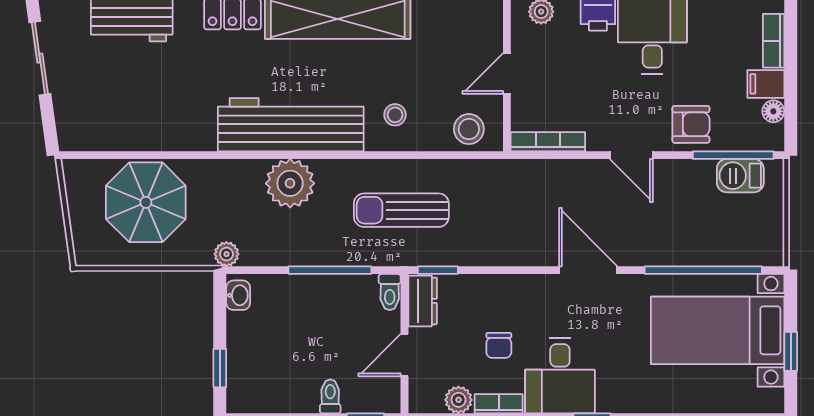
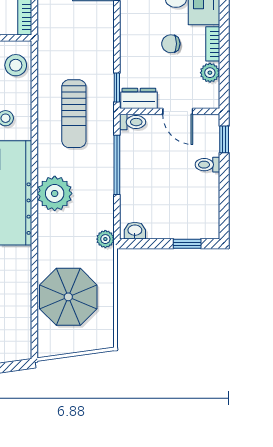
chair: (499, 345) -> (171, 44), turned 180

